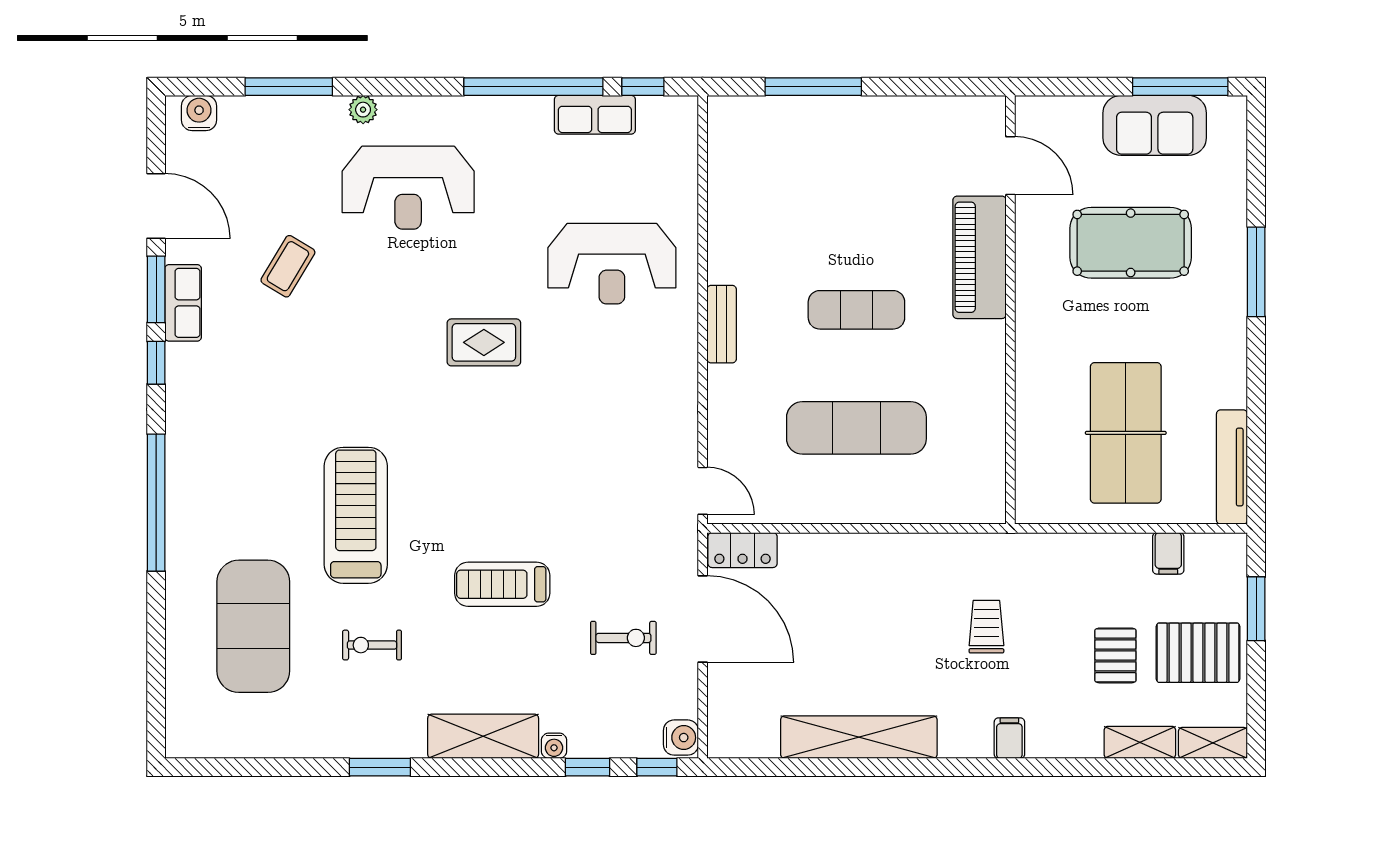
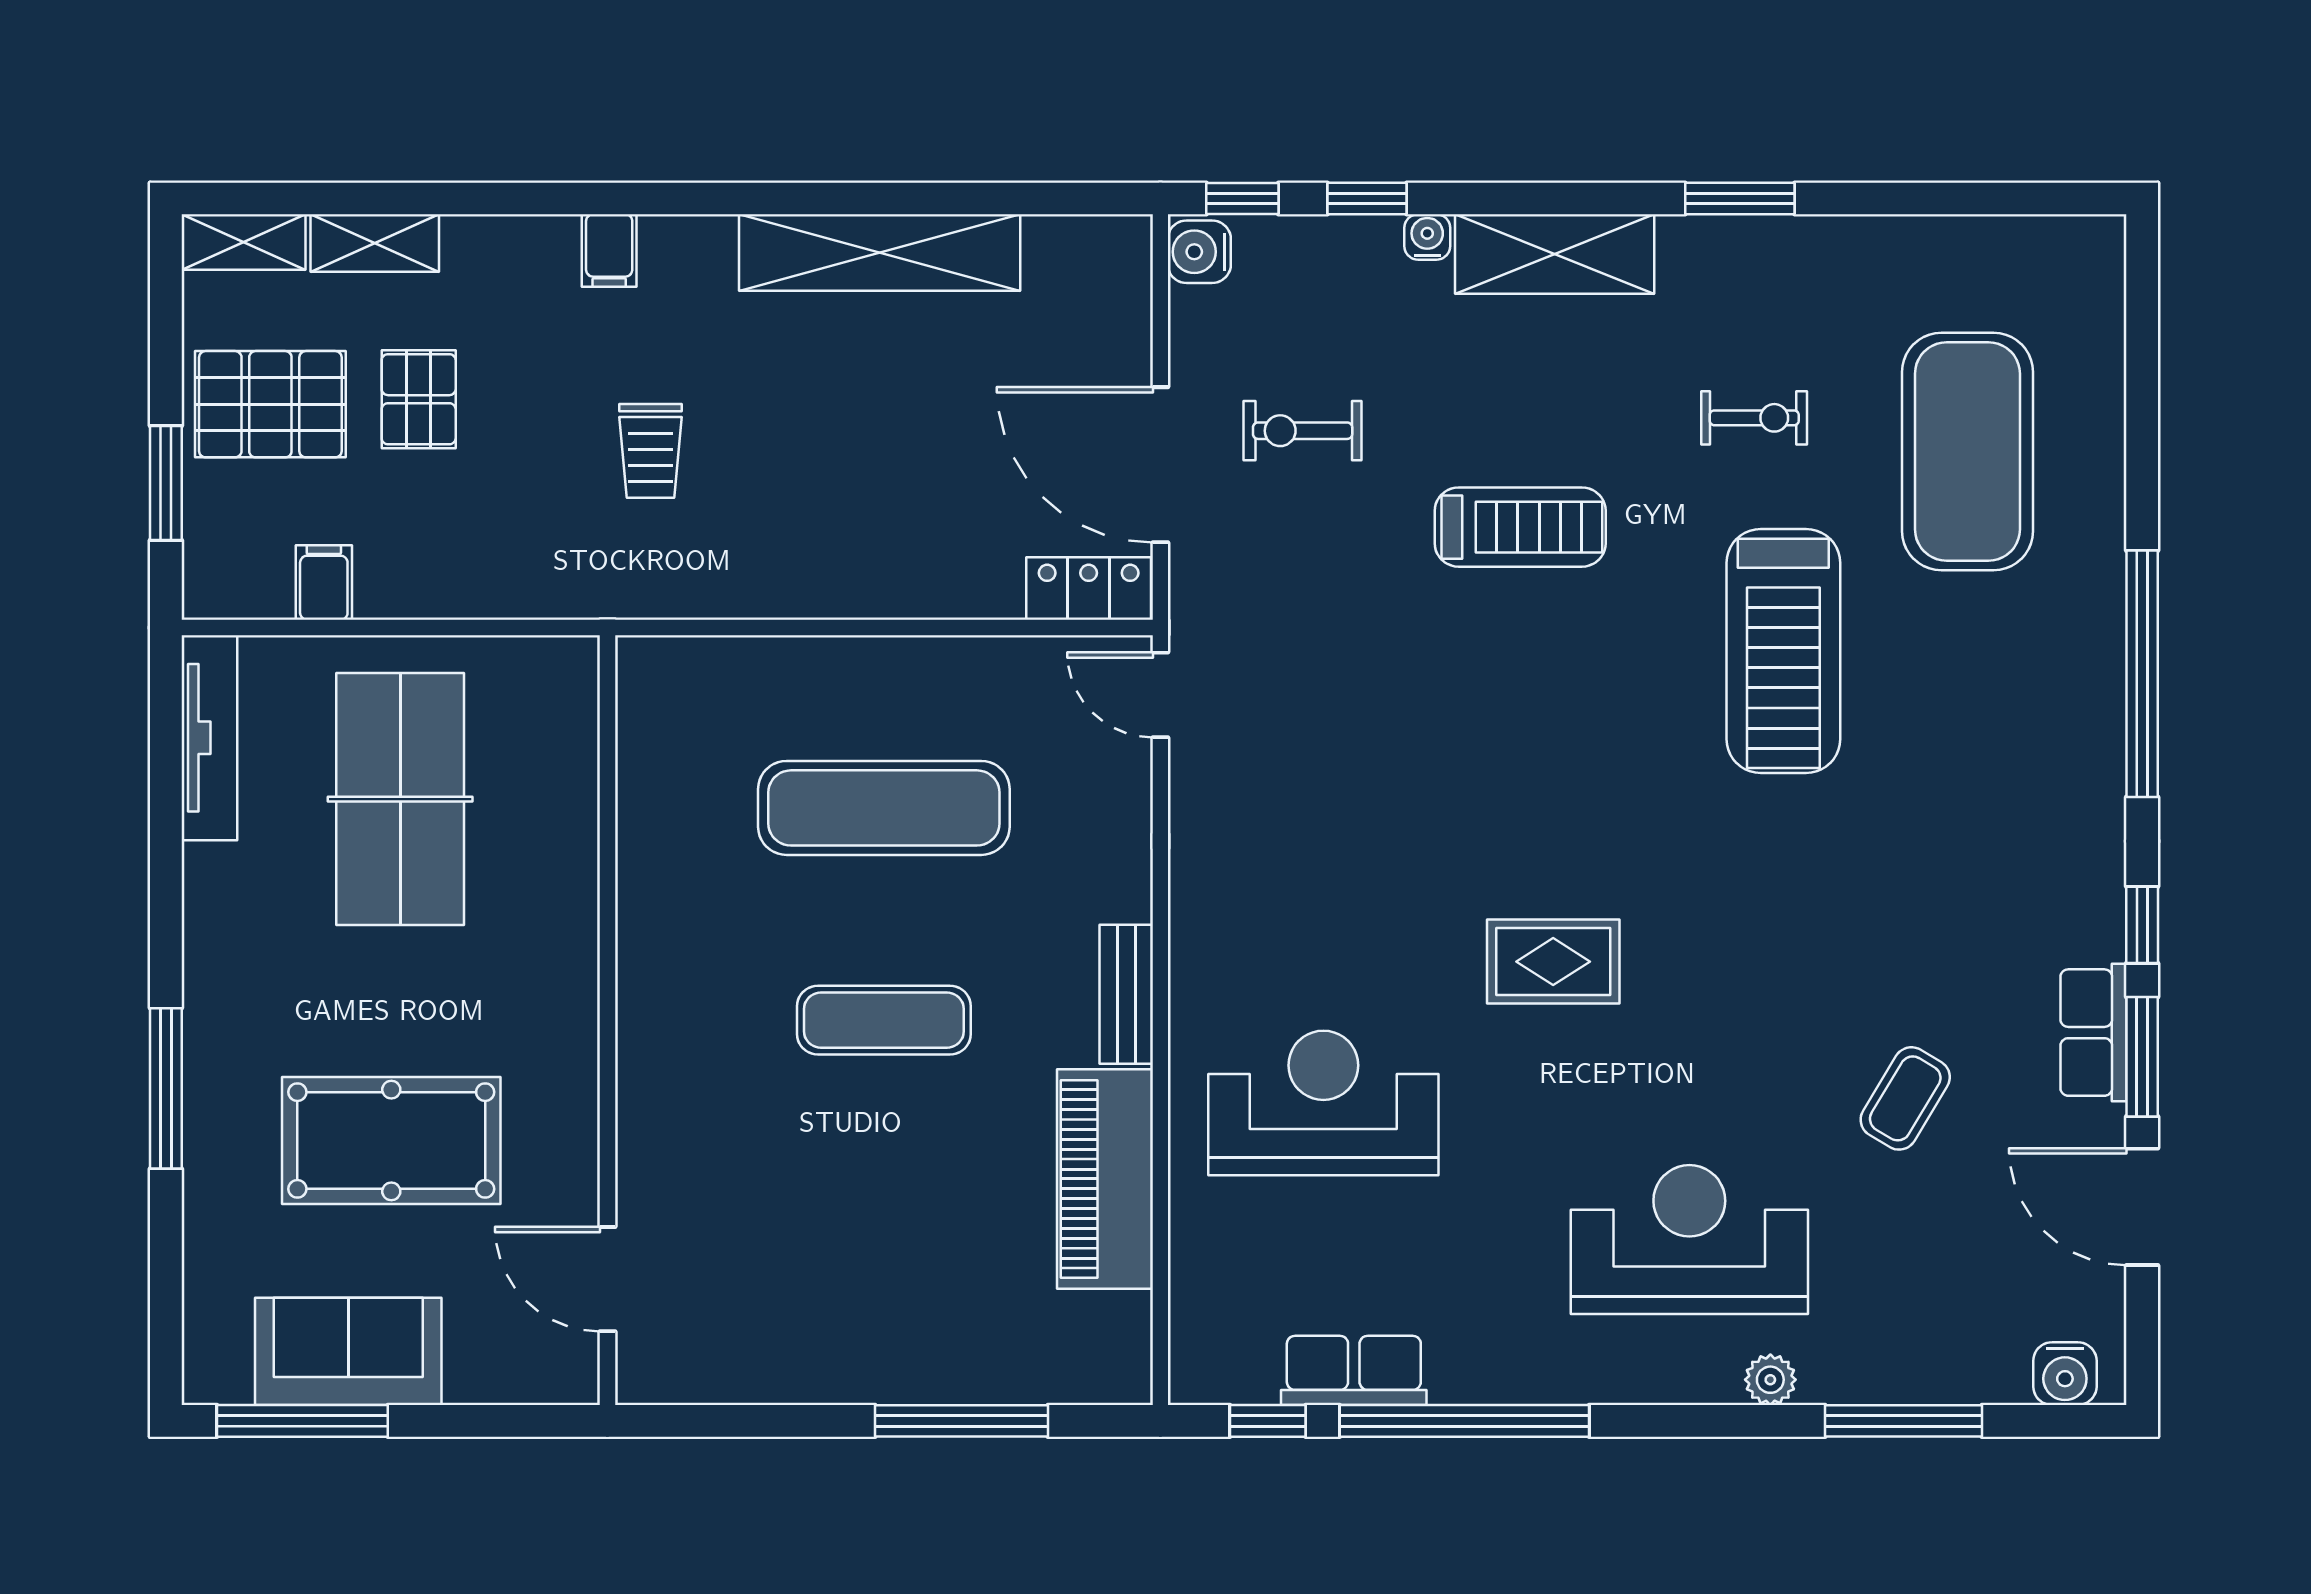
piano: (980, 257) -> (1105, 1179), moved, turned 180

